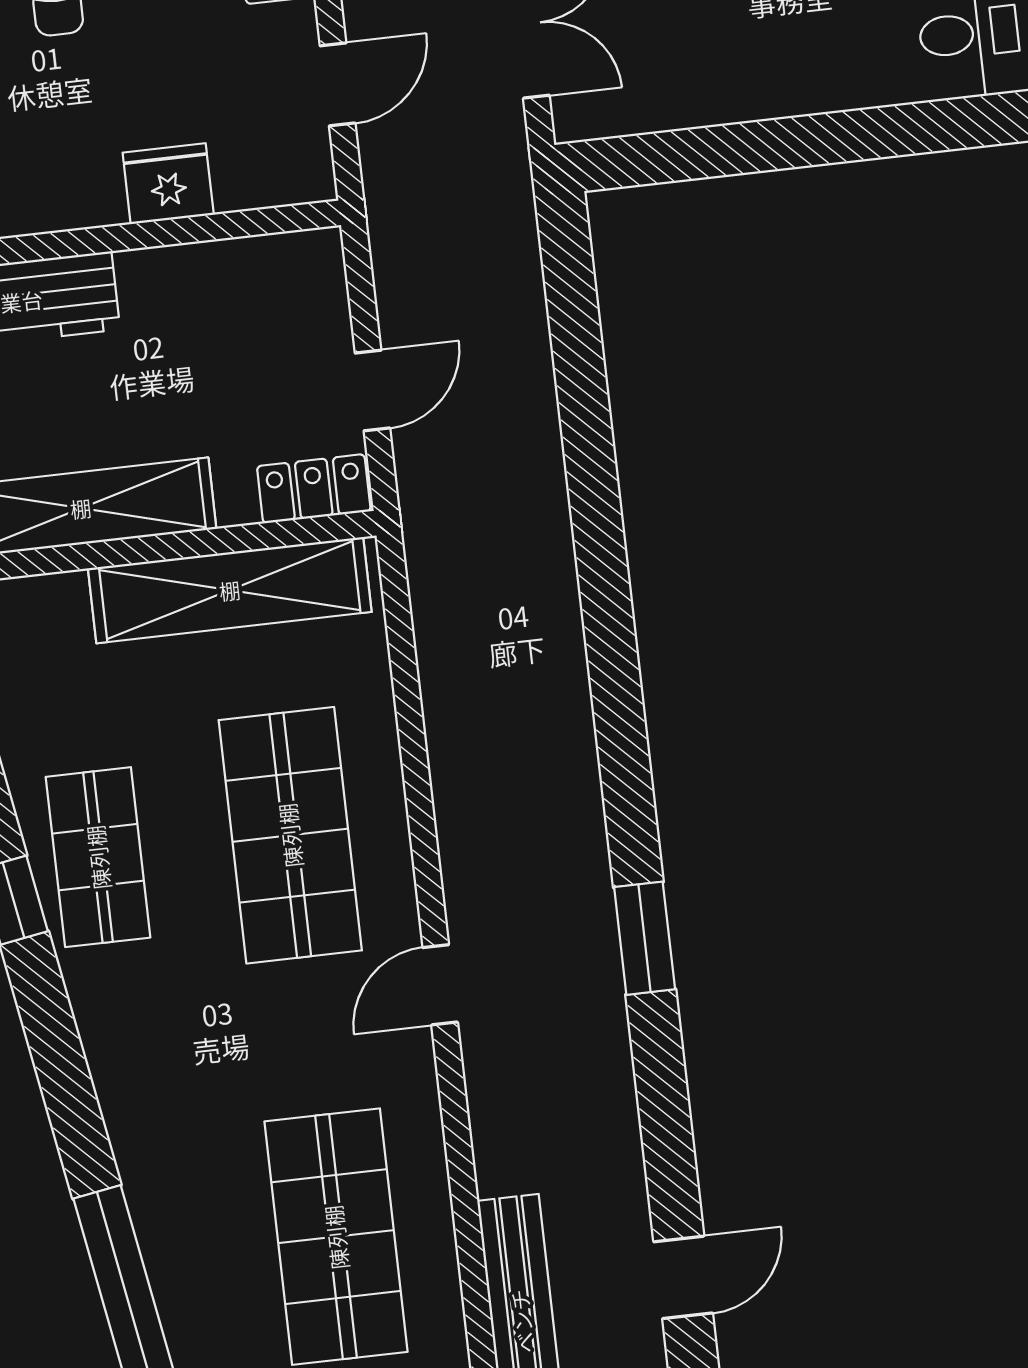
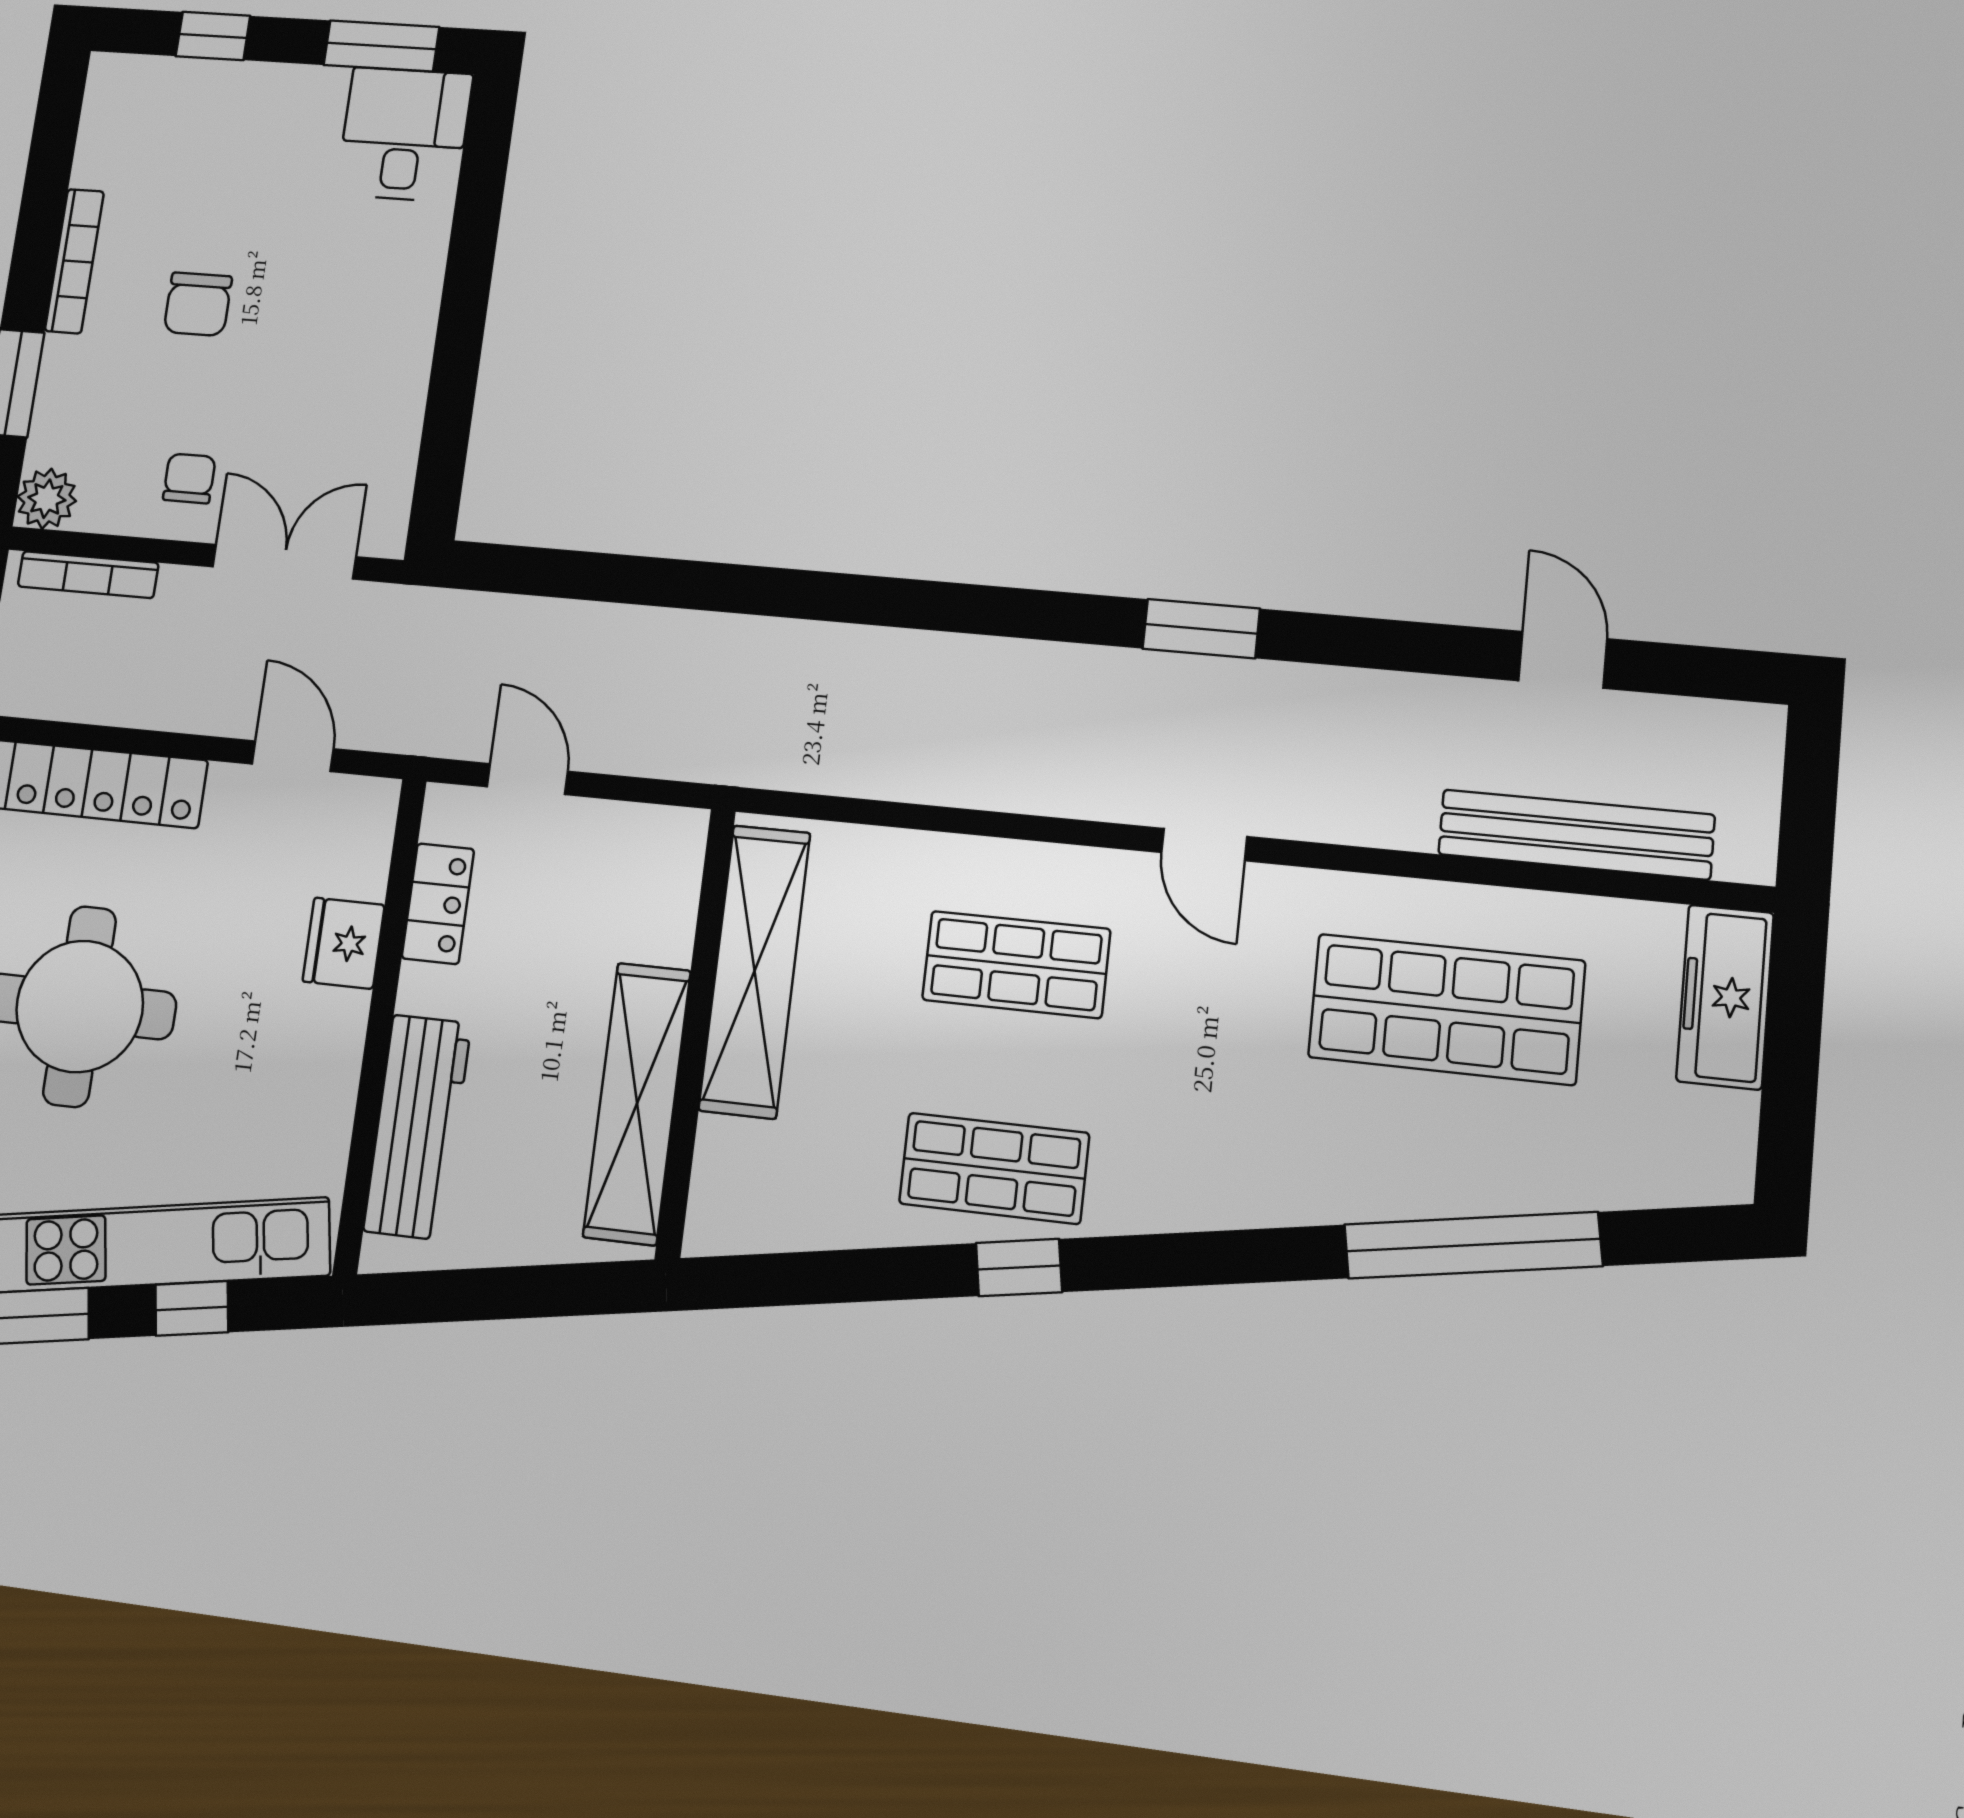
door: (372, 390) -> (527, 779), moved
locker: (314, 489) -> (438, 904), moved, turned 180
shop shelf: (290, 835) -> (1016, 964), width x0.70, depth x0.74

